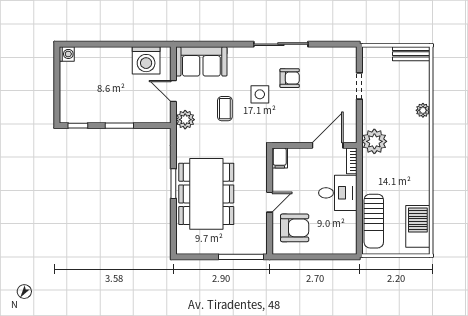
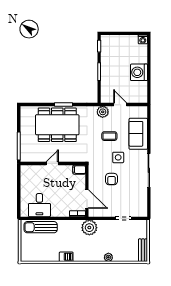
washing machine: (146, 60) -> (139, 72), moved
sofa: (201, 61) -> (138, 134), moved
armchair: (290, 78) -> (112, 179), moved
door: (173, 91) -> (120, 105), hinge flipped
desk: (338, 193) -> (39, 205), moved
door: (270, 202) -> (52, 163), swing flipped
barbecue: (418, 226) -> (66, 257), moved, width x0.53, depth x0.65
armchair: (295, 228) -> (36, 179), removed

